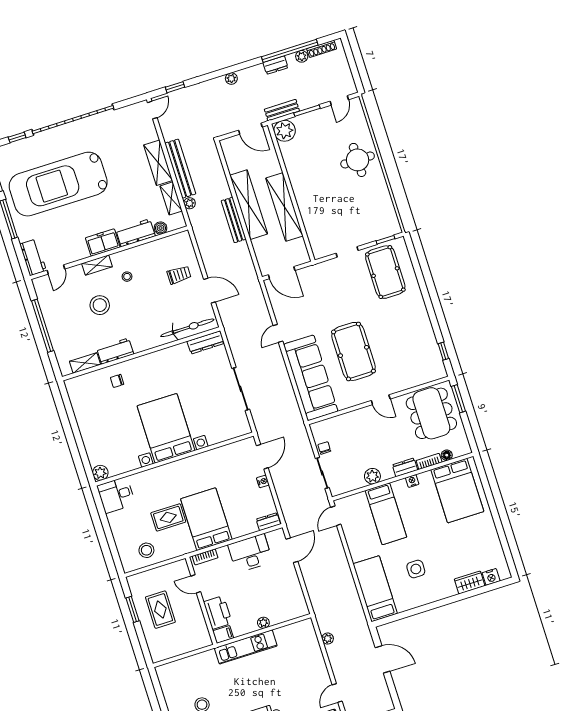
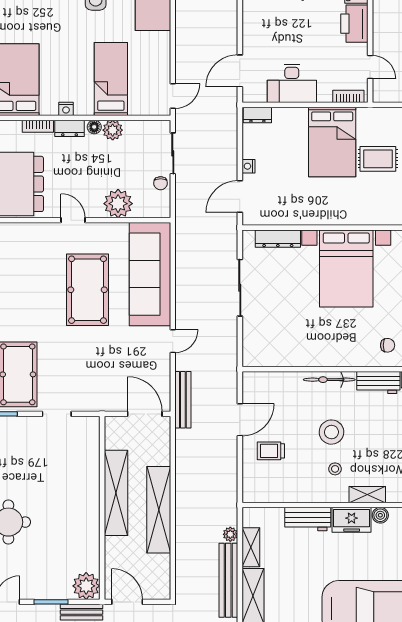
bench: (234, 220) -> (183, 400), moved
boiler: (161, 228) -> (380, 515), moved
door: (210, 291) -> (240, 420), swing flipped
stool: (100, 305) -> (331, 432), moved
bicycle: (187, 328) -> (329, 380), moved, width x0.73, depth x0.71
dresser: (206, 342) -> (278, 239), moved, turned 180
plant: (351, 423) -> (118, 204), added
floor lamp: (447, 455) -> (94, 127), moved

